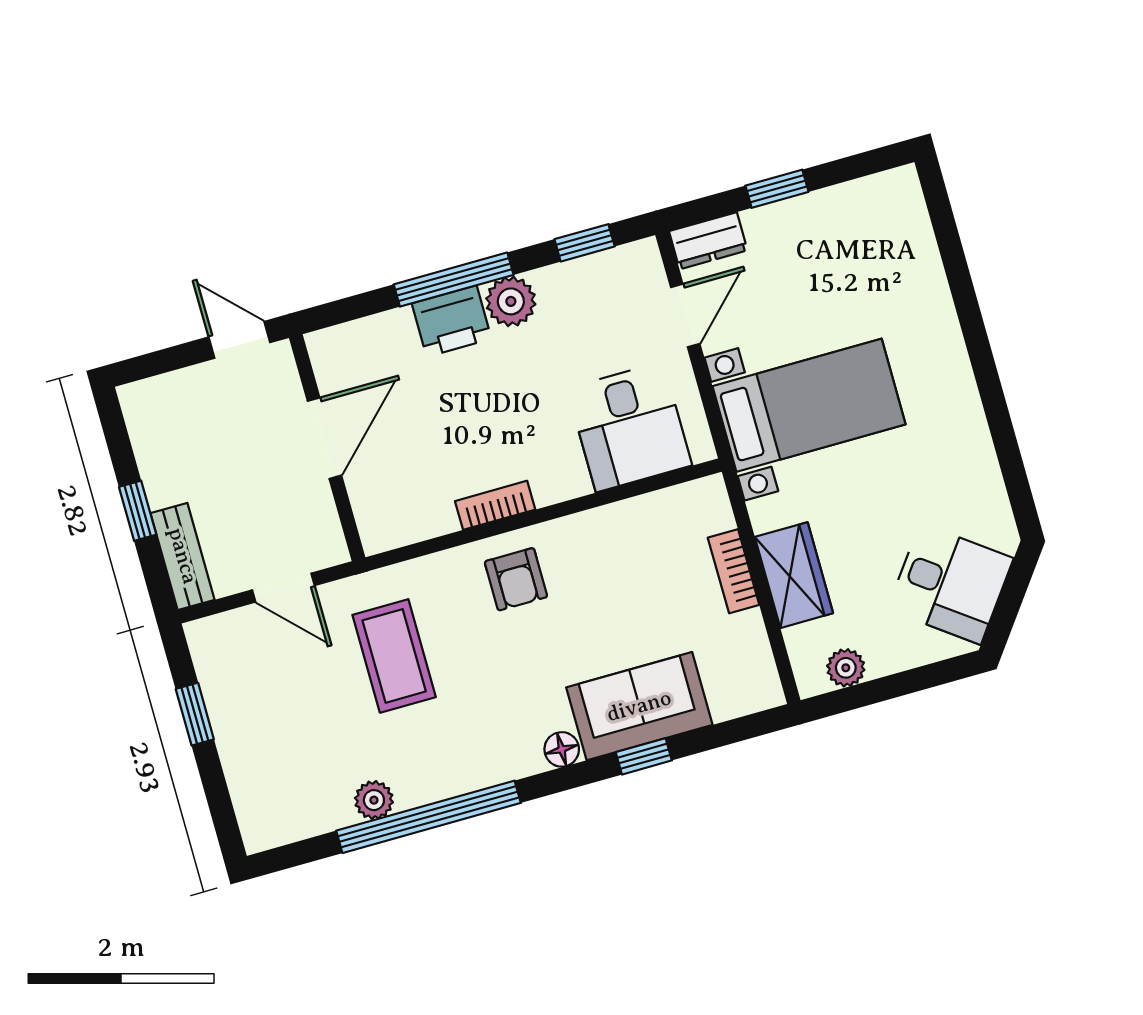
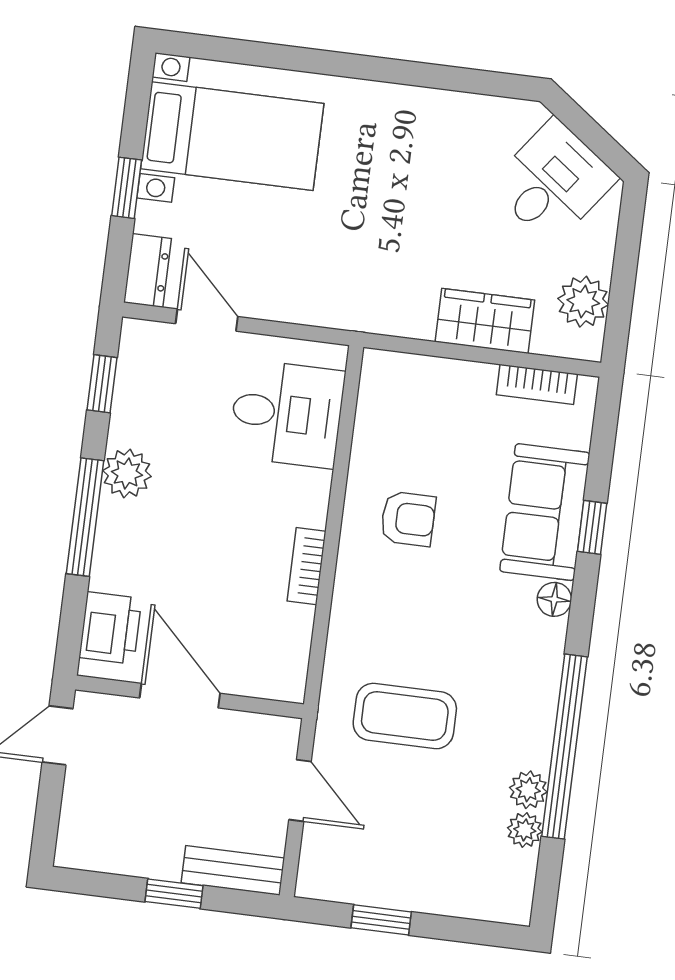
printer: (452, 321) -> (110, 628), moved
bed with nightstands: (809, 405) -> (232, 136), moved, turned 90
bookcase: (734, 571) -> (537, 384), moved
armchair: (516, 579) -> (408, 519), moved
door: (283, 588) -> (300, 791), hinge flipped
plant: (846, 668) -> (583, 302), width x1.38, depth x1.38
plant: (335, 813) -> (525, 830), added

